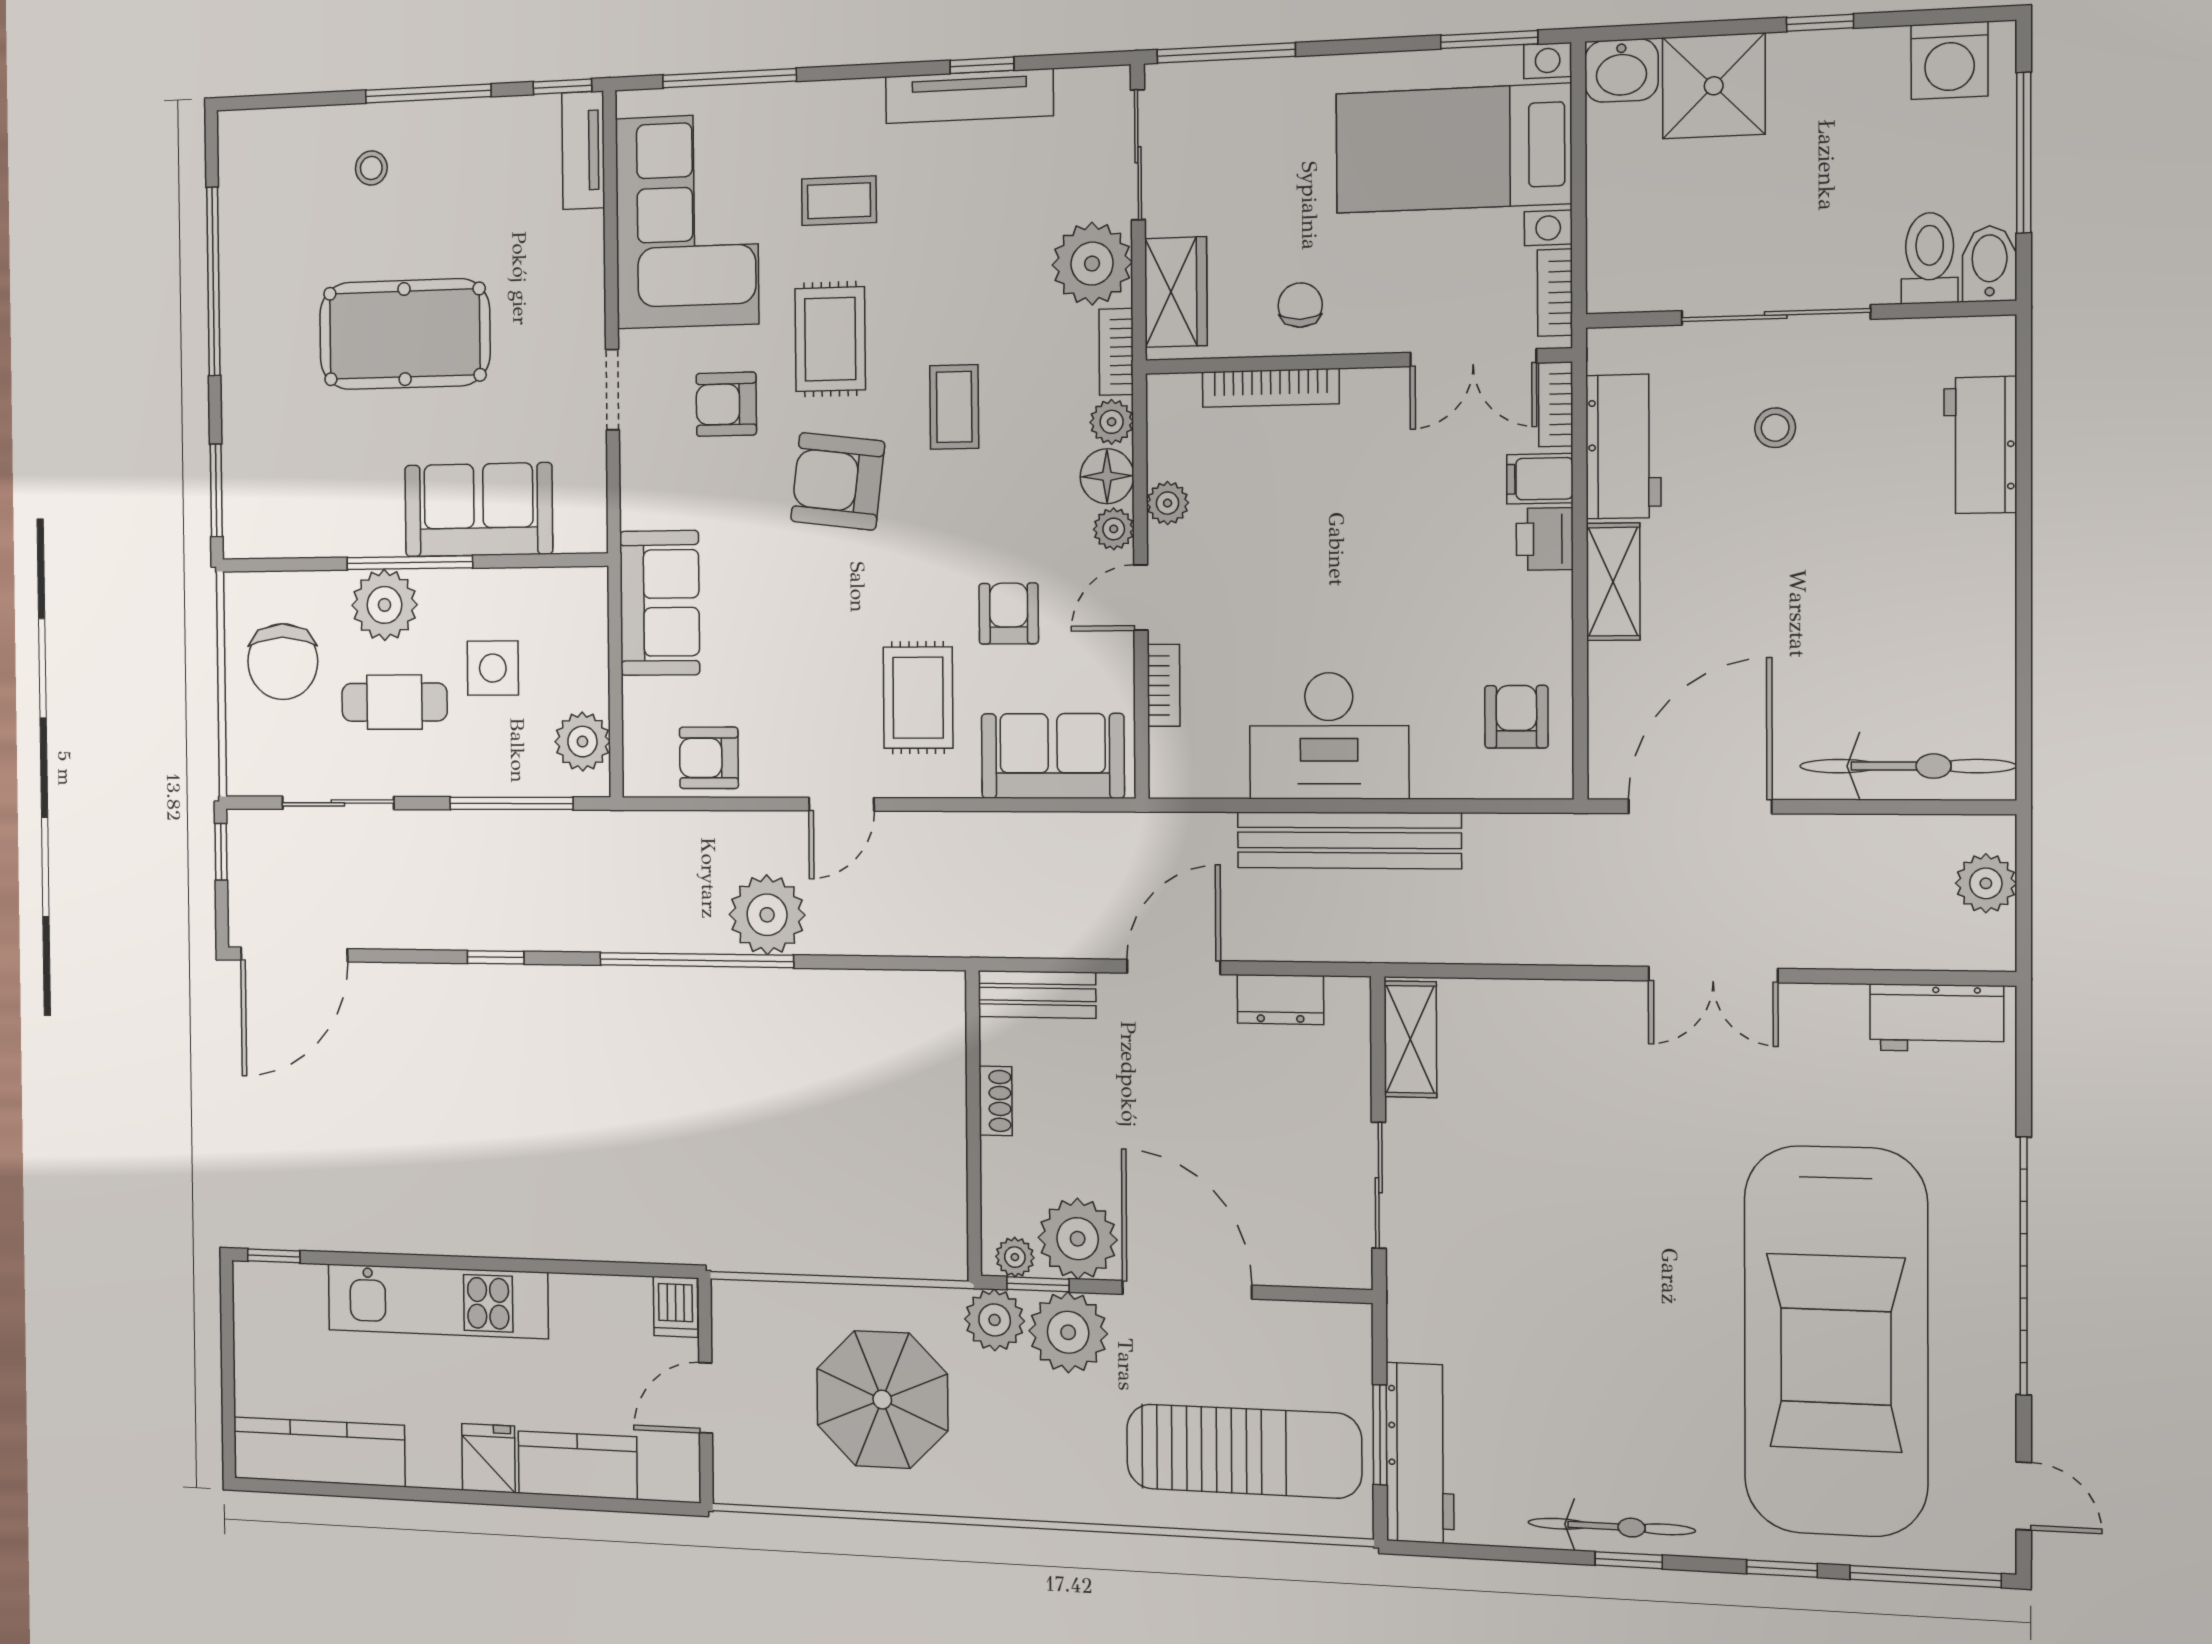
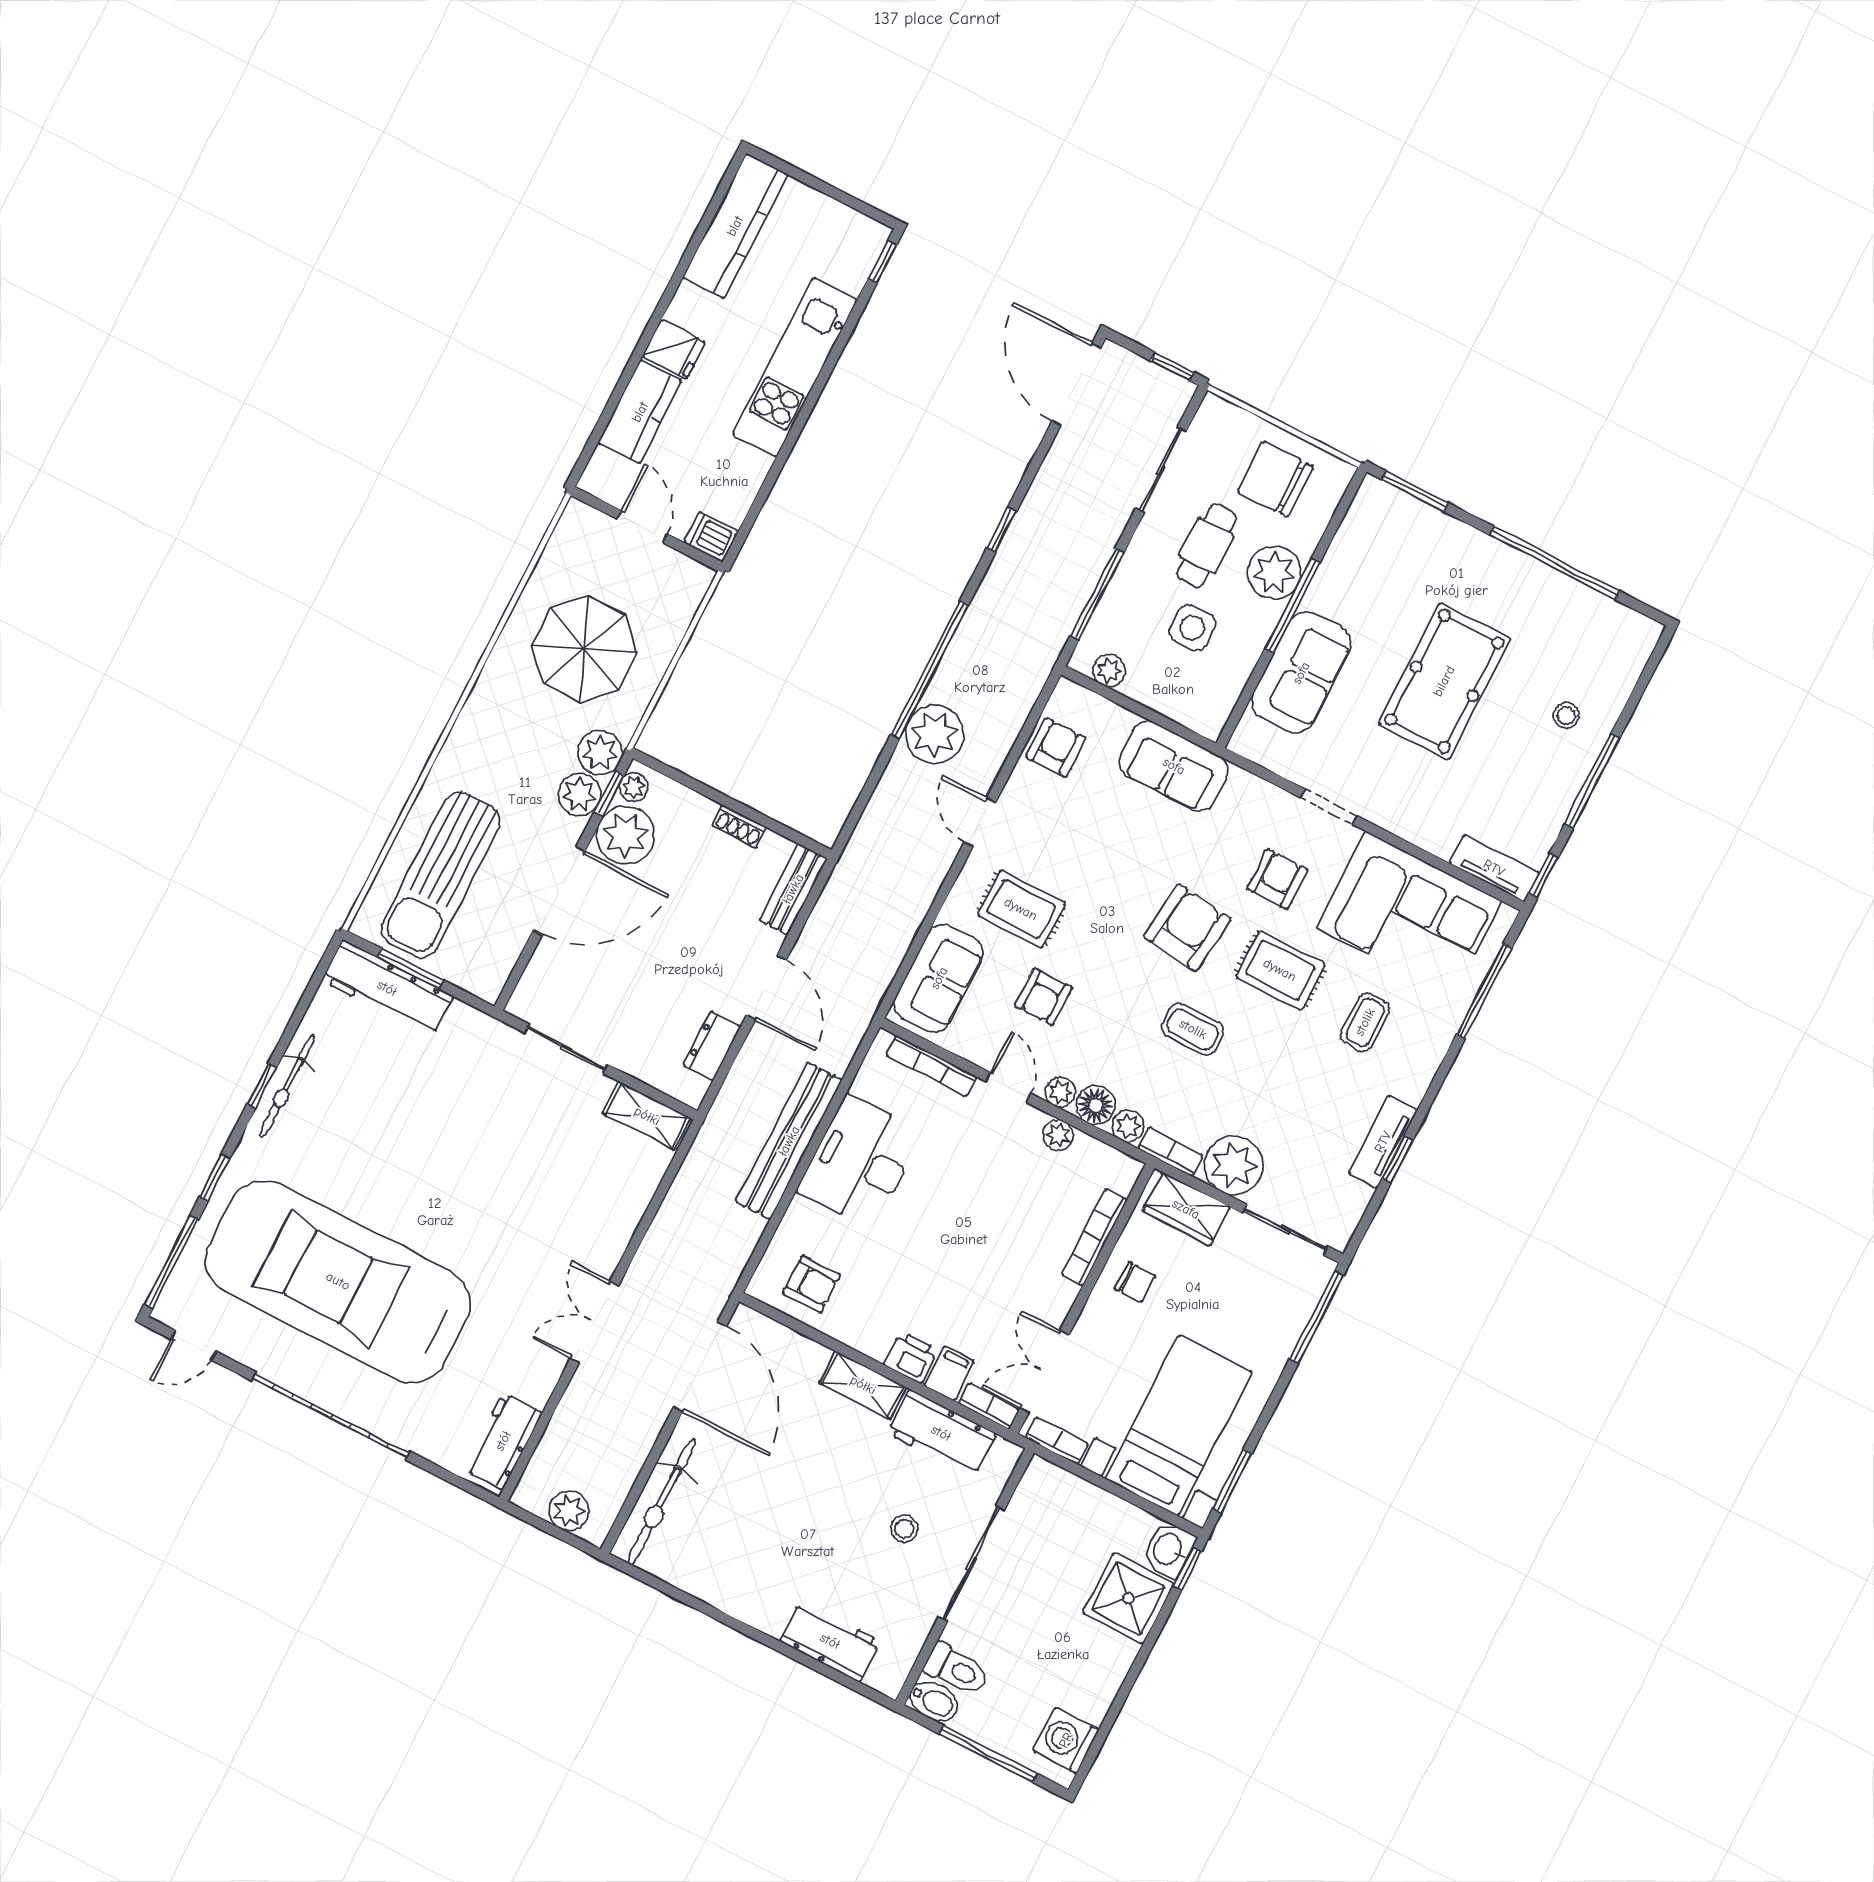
window: (1820, 23) -> (1187, 1569), moved
tv unit: (969, 96) -> (1383, 1142), width x0.71
armchair: (1009, 614) -> (1043, 997), turned 90
bookcase: (1164, 685) -> (931, 1066), width x1.56
plant: (582, 742) -> (1109, 671), width x0.73, depth x0.73
plant: (1068, 1332) -> (580, 795), width x0.73, depth x0.73

